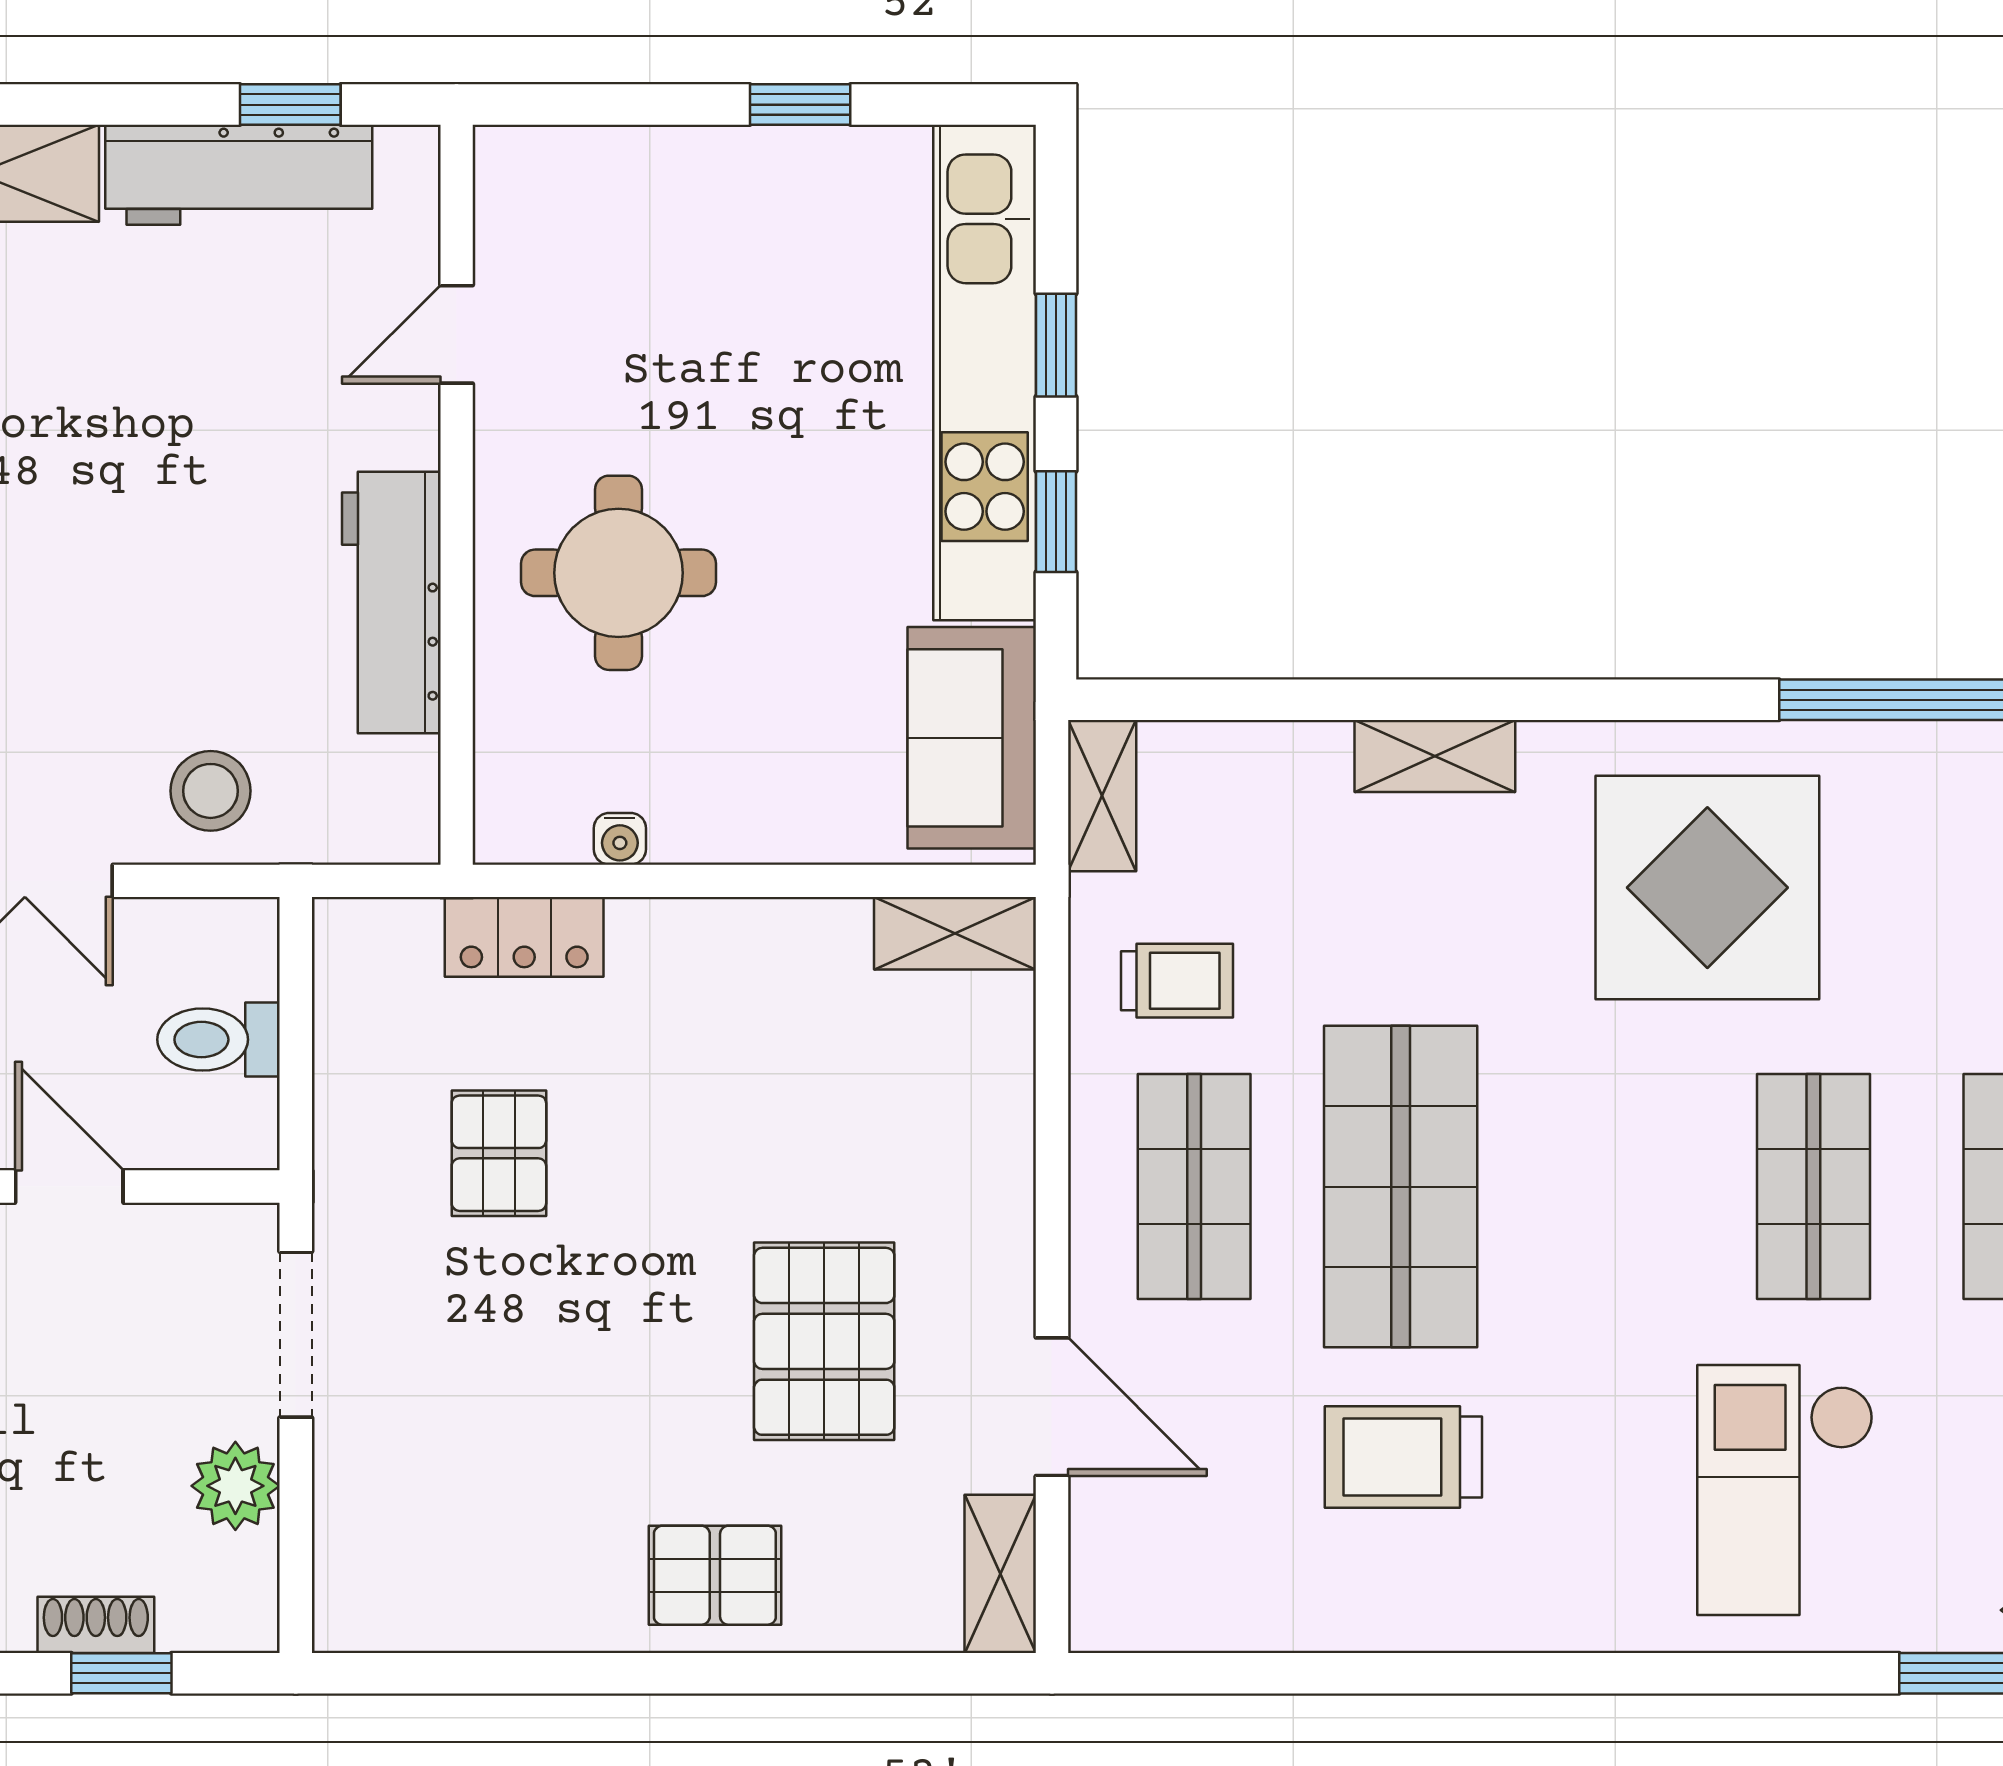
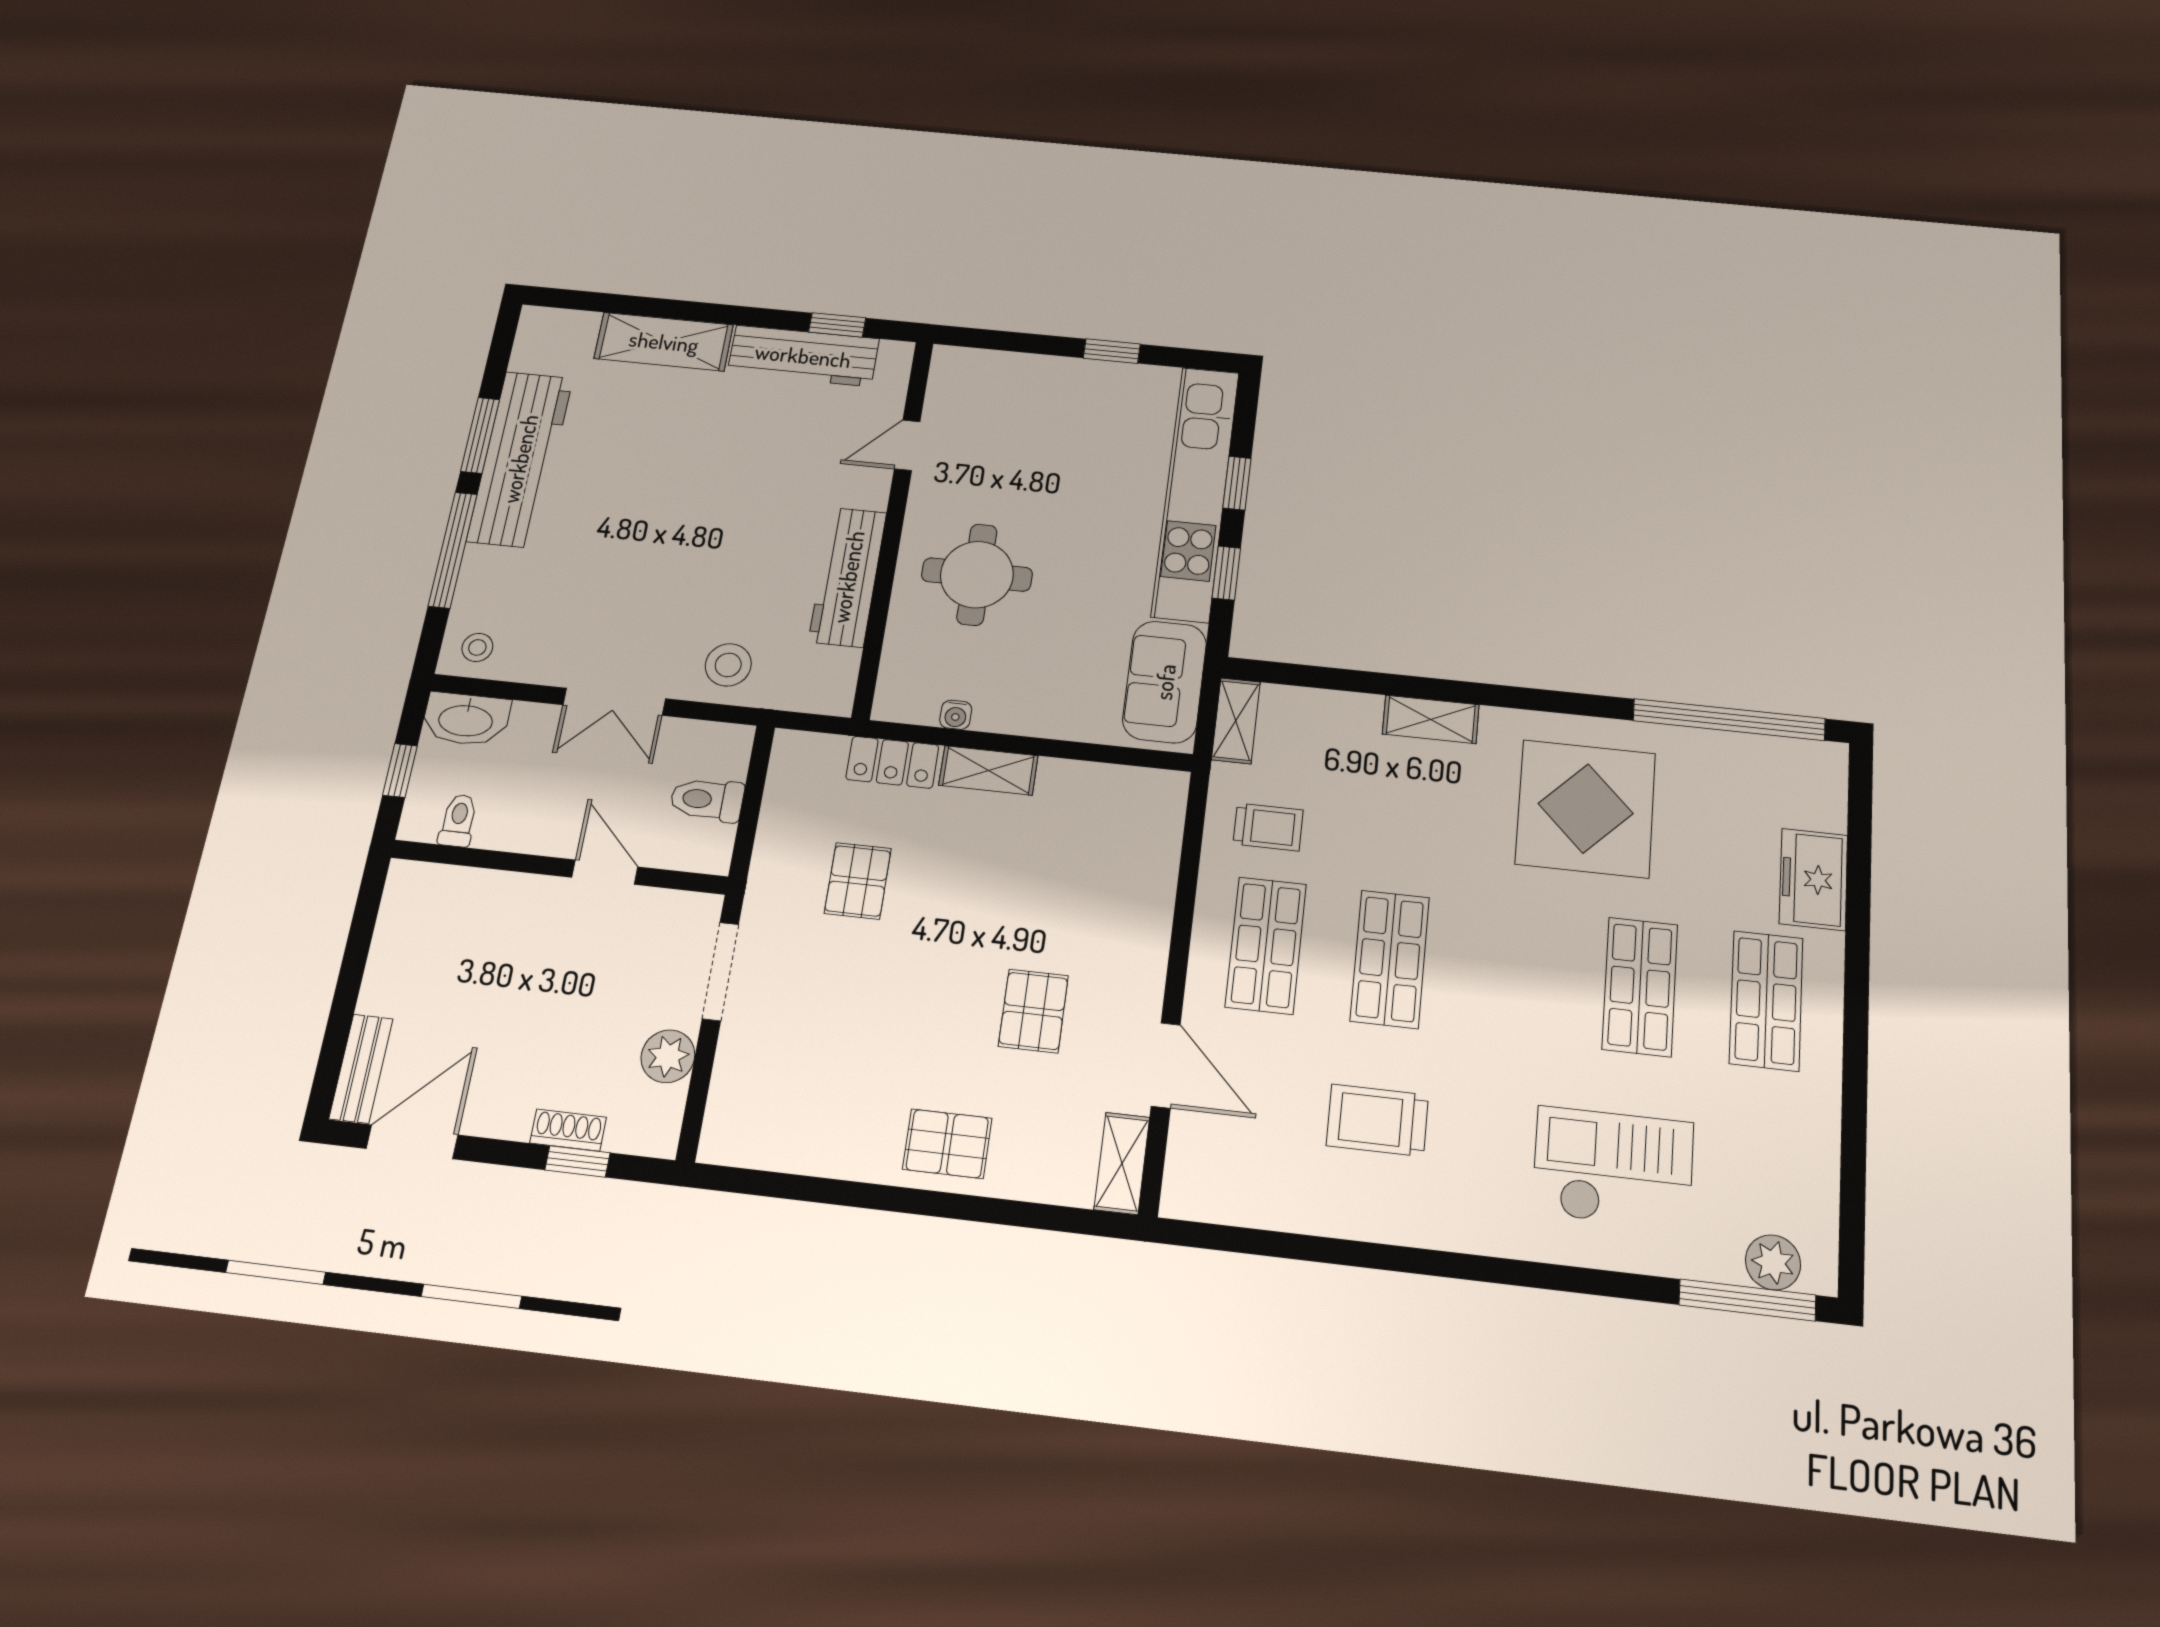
shelving: (955, 933) -> (988, 770), moved
shop shelf: (1401, 1187) -> (1390, 959), width x0.70, depth x0.74
pallet: (824, 1341) -> (1033, 1011), width x0.67, depth x0.71
checkout: (1785, 1490) -> (1613, 1168), turned 90

